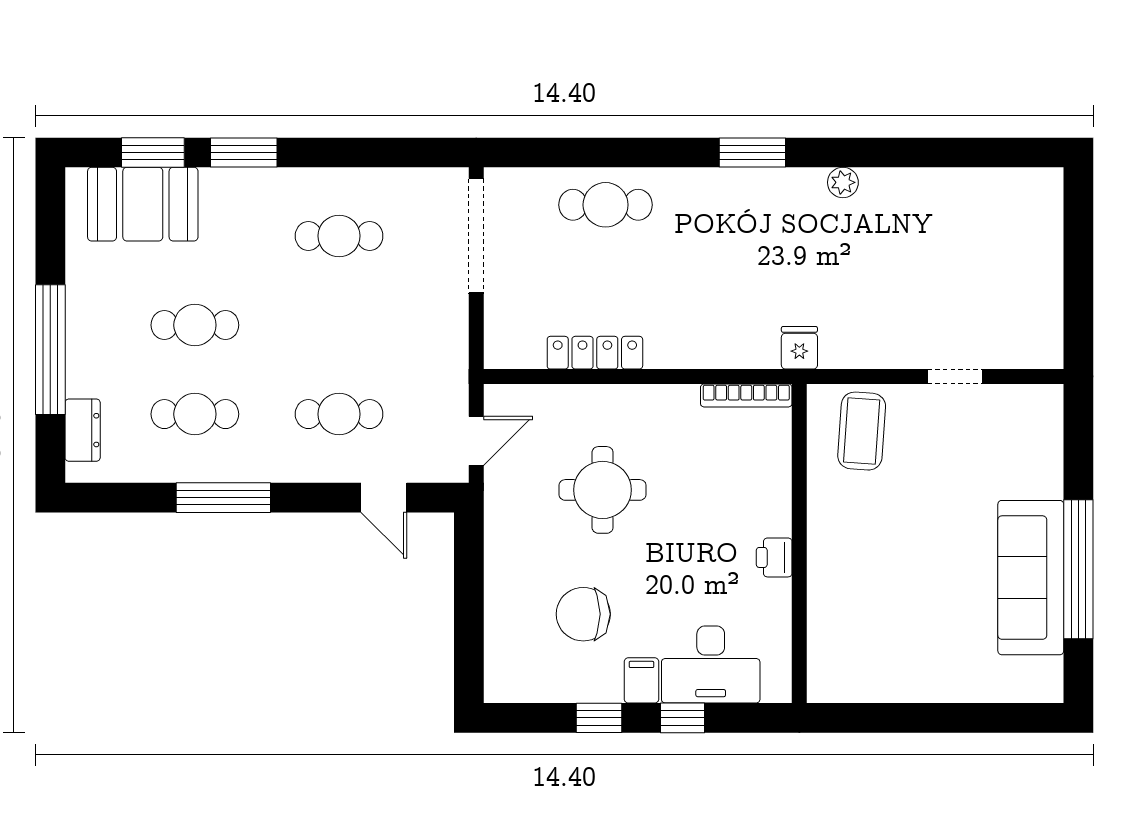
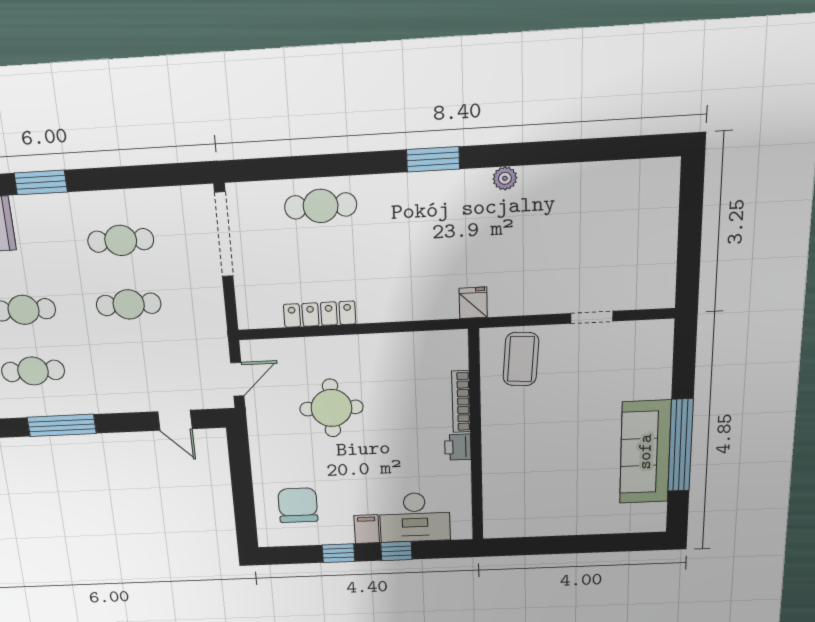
bookcase: (746, 395) -> (461, 402), moved, turned 90
cafe table: (339, 414) -> (129, 304), moved
chair: (583, 614) -> (298, 505), moved, turned 90

